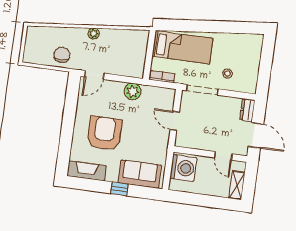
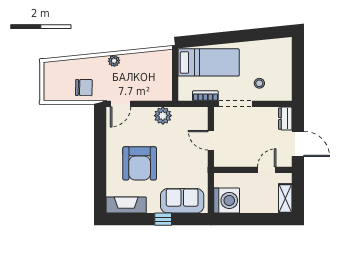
chair: (62, 55) -> (84, 88), turned 91
bookcase: (162, 77) -> (205, 96), moved
armchair: (105, 133) -> (140, 163), turned 180
door: (223, 156) -> (267, 170), swing flipped
washing machine: (183, 168) -> (227, 200), moved

